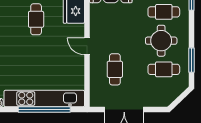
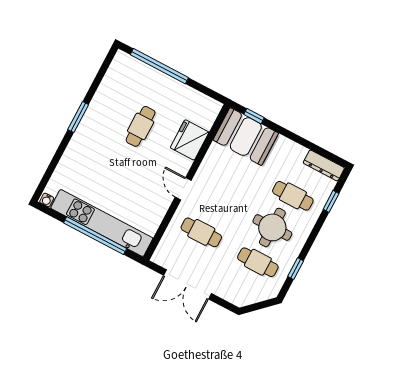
window: (192, 60) -> (296, 269), width x0.67
cafe table: (115, 69) -> (201, 232), turned 90

